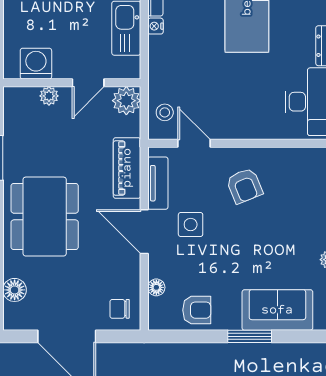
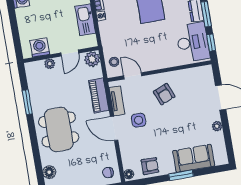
floor lamp: (156, 287) -> (129, 174), moved

